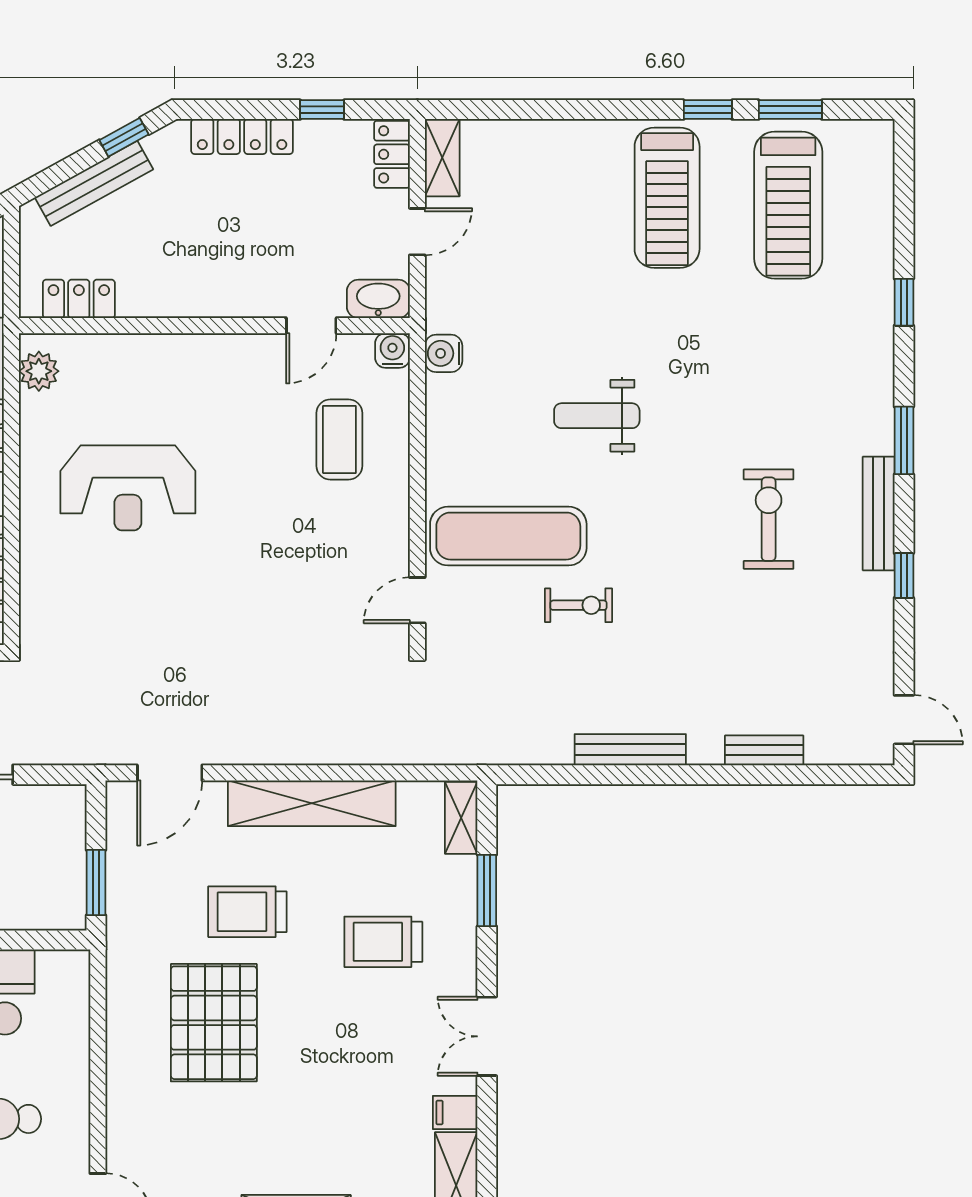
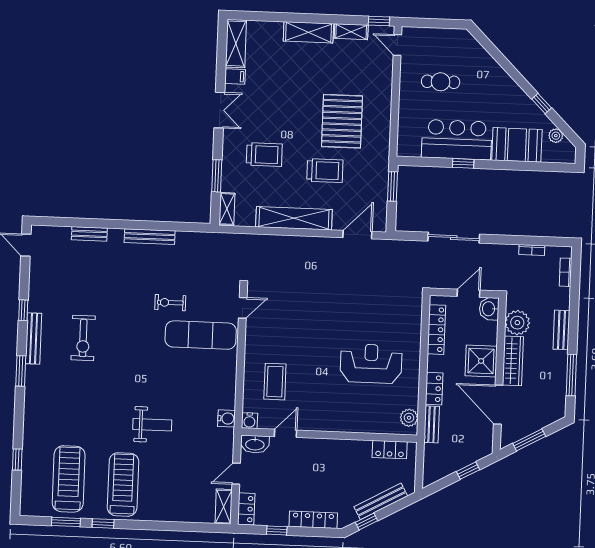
window: (904, 302) -> (17, 460), moved
weight bench: (597, 416) -> (152, 425), moved

